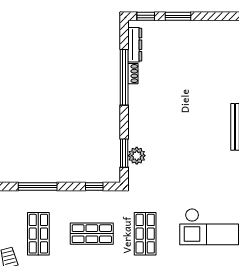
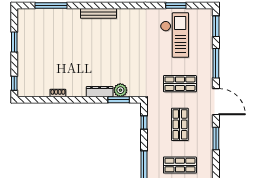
window: (178, 16) -> (14, 42), moved
dresser: (135, 45) -> (100, 92), moved
window: (124, 77) -> (61, 100), removed

